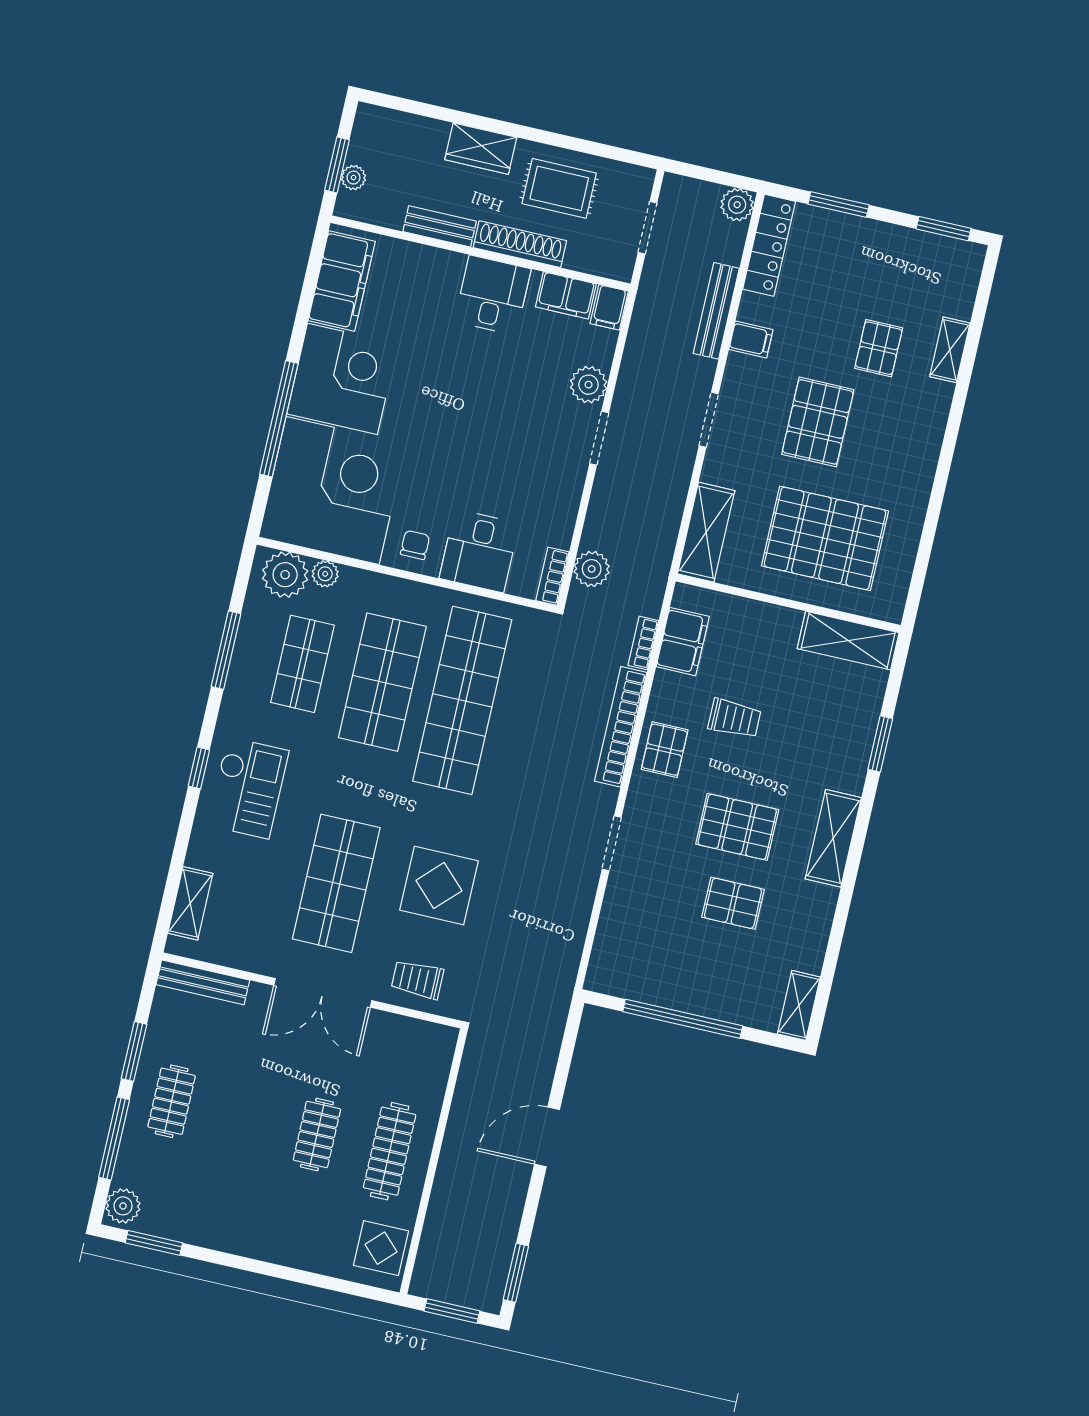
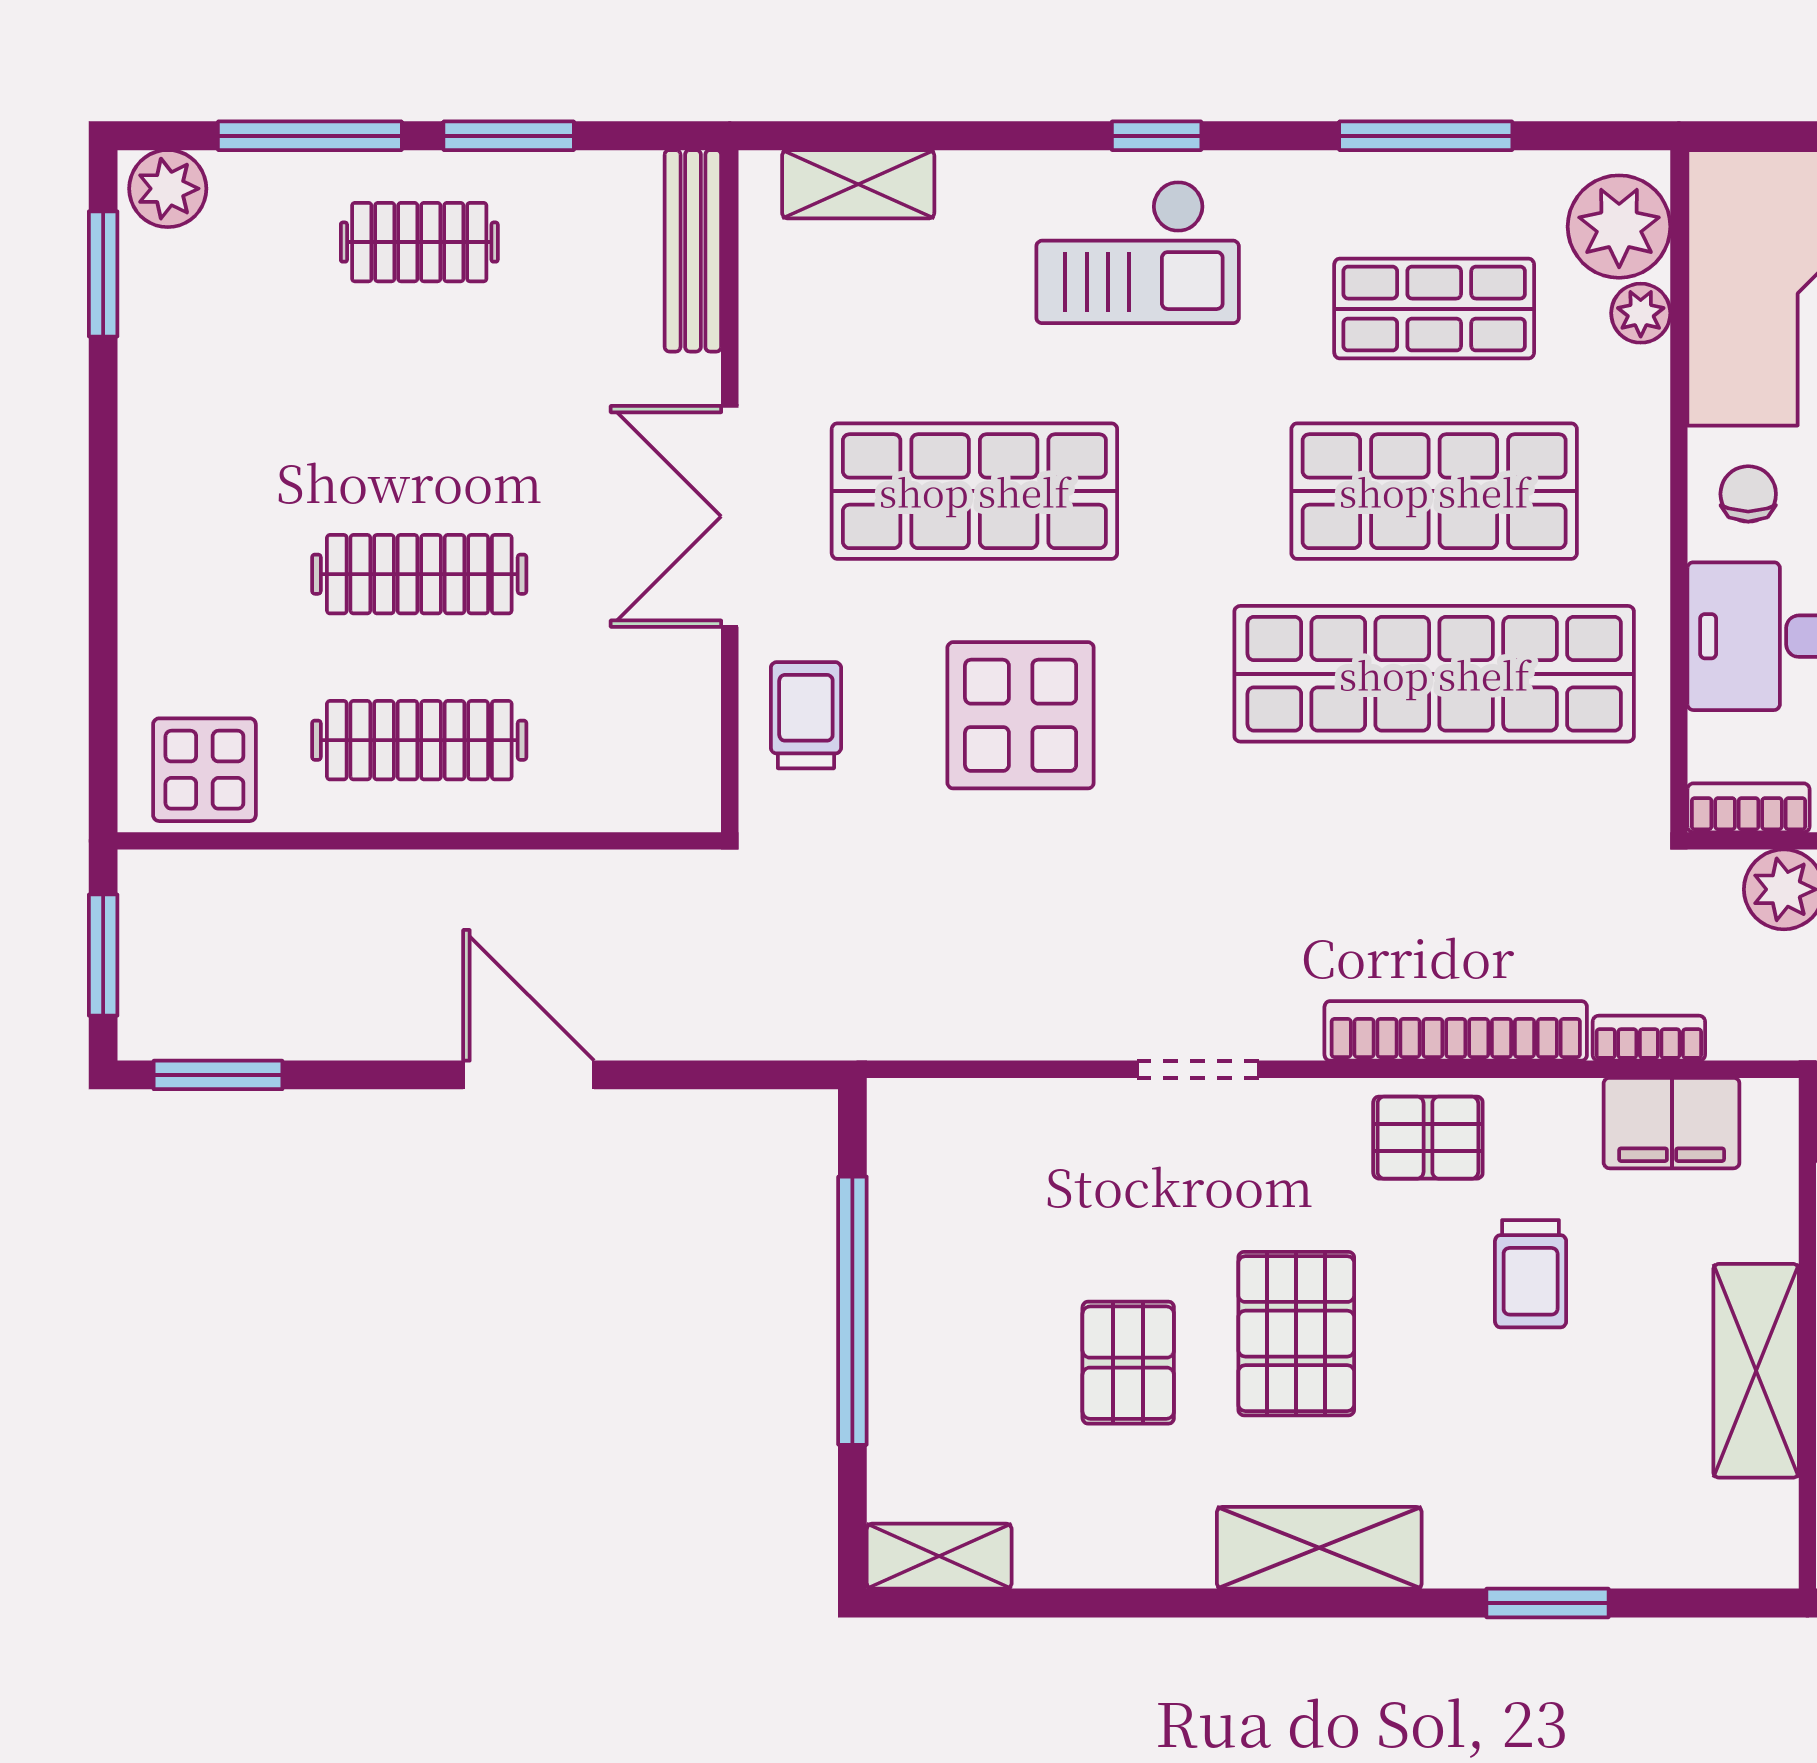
chair: (415, 545) -> (1748, 494), turned -90
shelving: (848, 641) -> (1756, 1371), moved
clothes rail: (317, 1135) -> (419, 574), width x1.36

